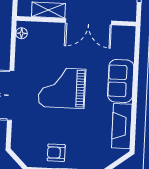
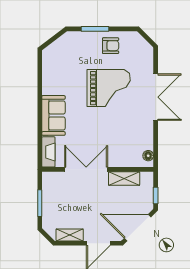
grand piano: (62, 88) -> (109, 88), moved
fireplace: (122, 126) -> (48, 152), moved, width x0.73, depth x0.76

